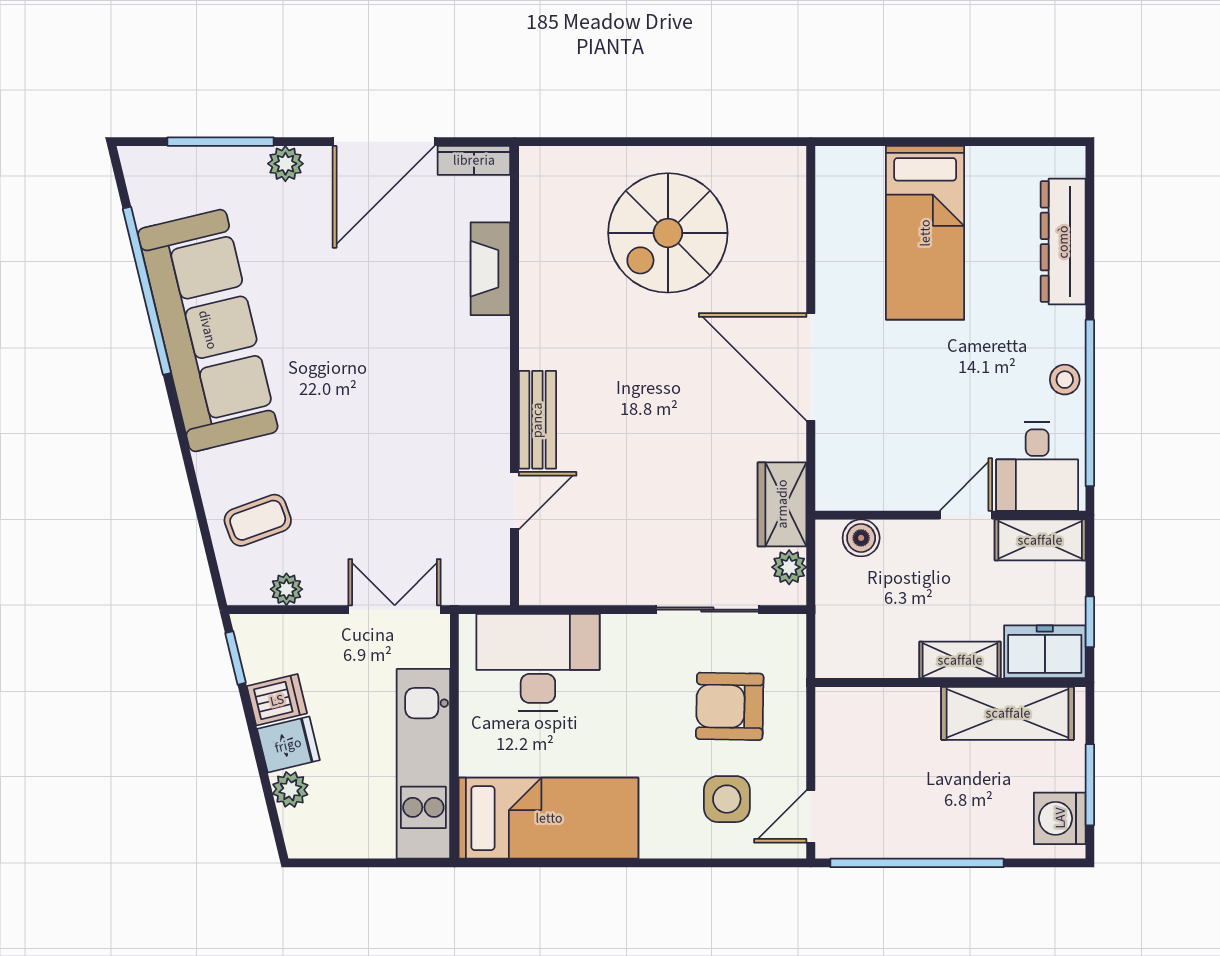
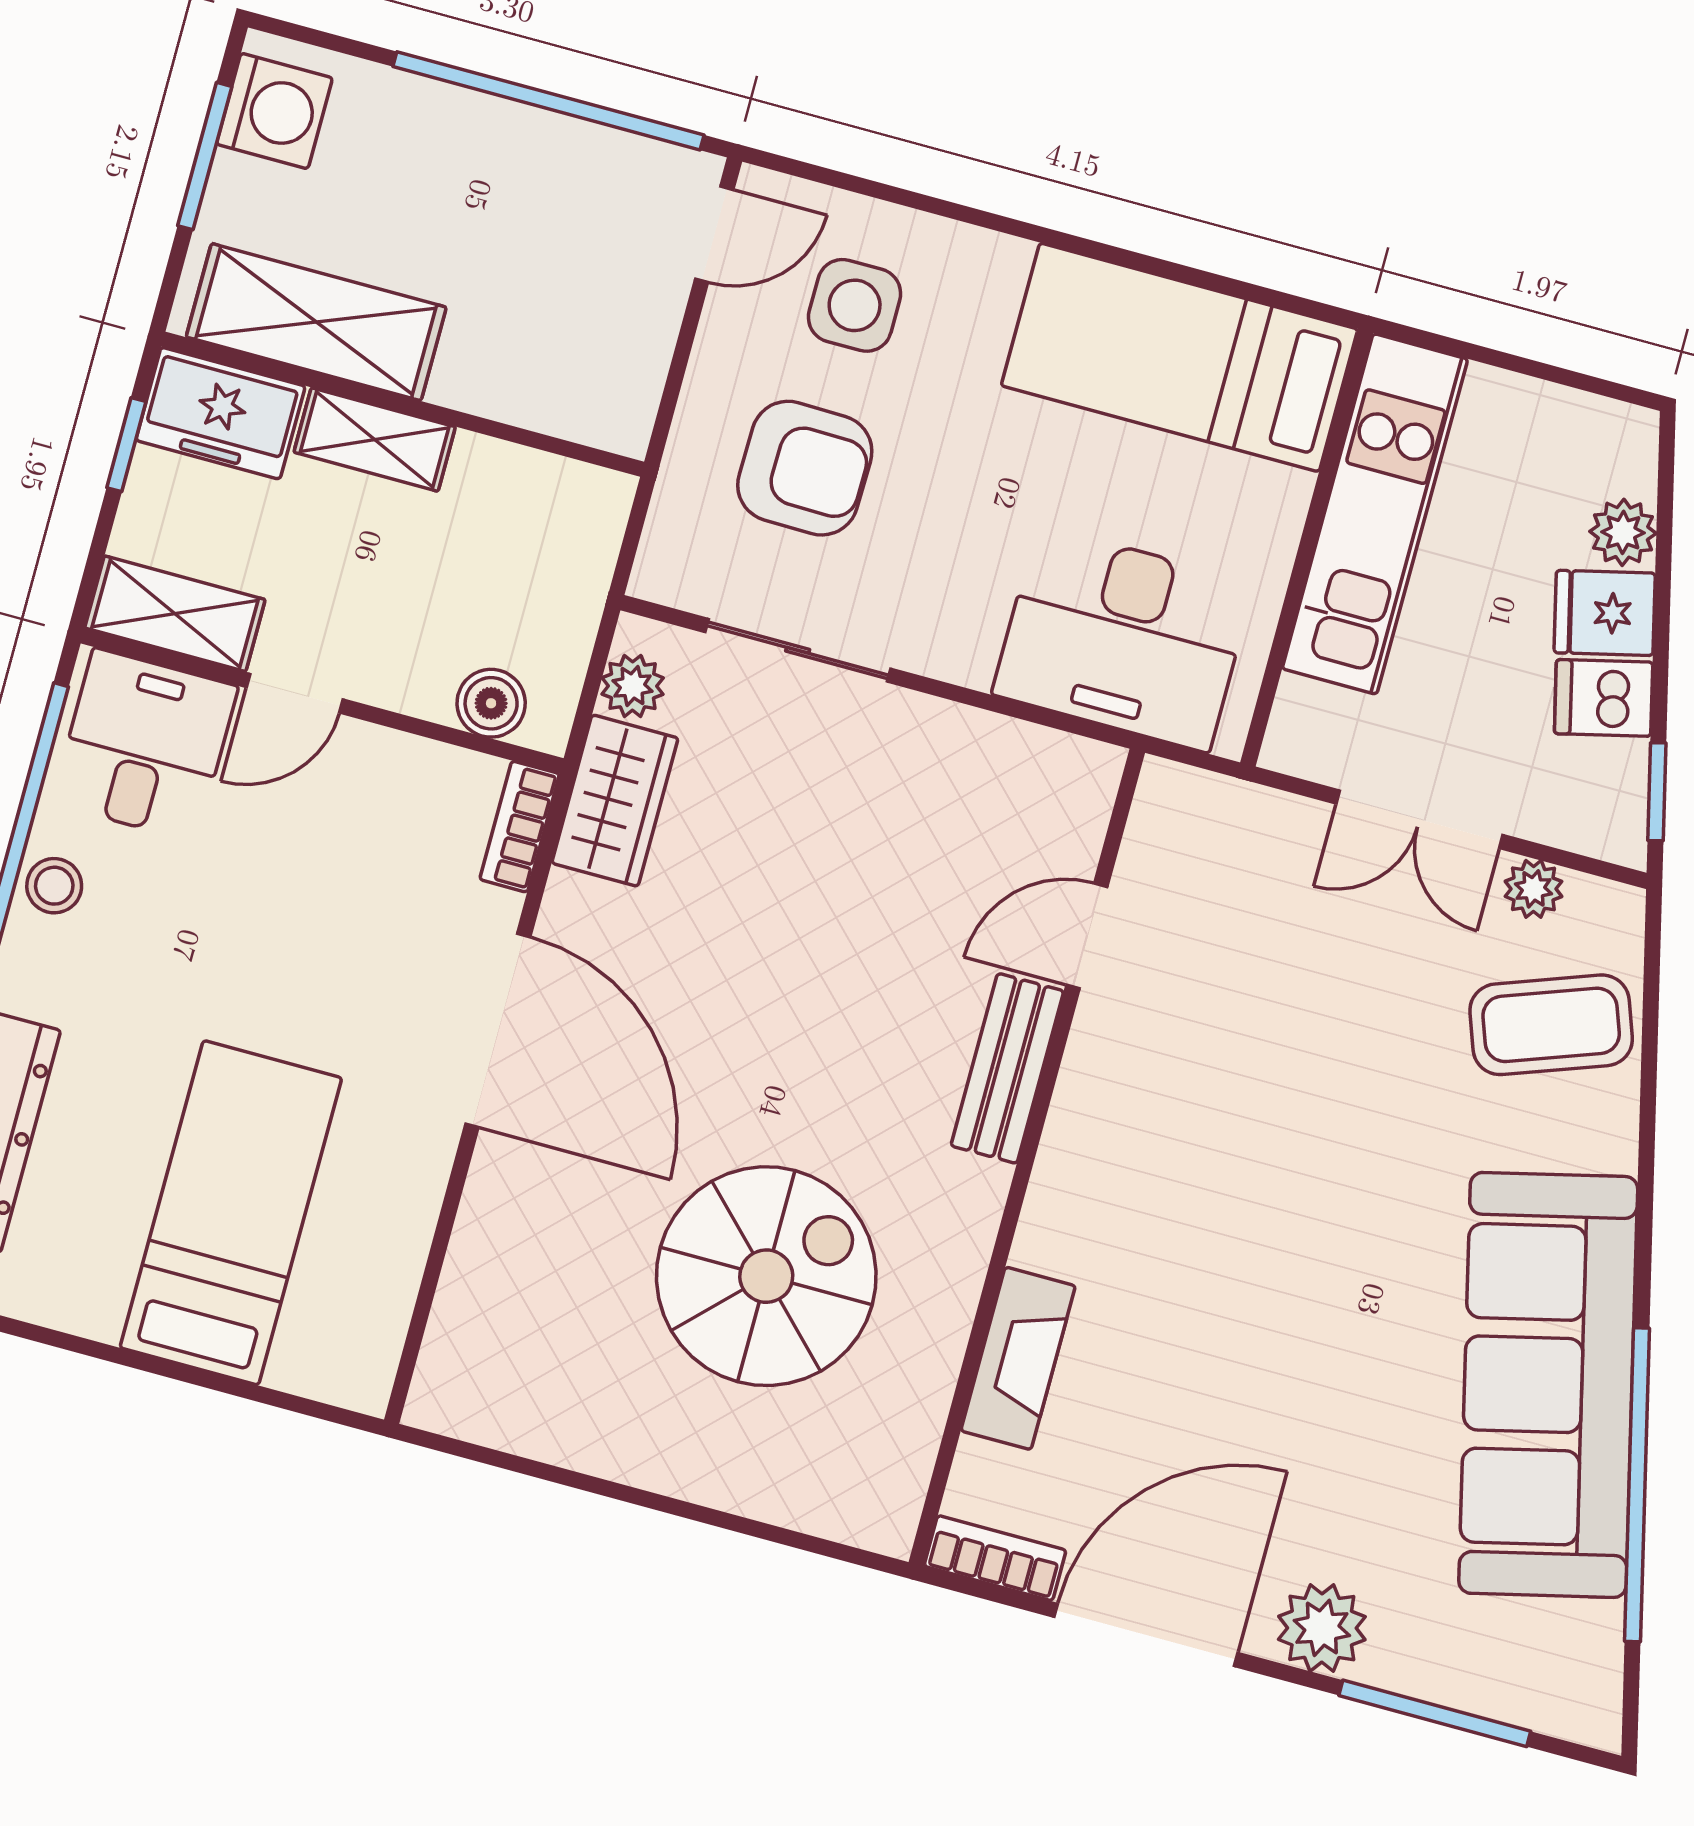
plant: (285, 164) -> (1322, 1628), width x1.38, depth x1.38
spiral stairs: (668, 233) -> (766, 1276), moved
bookcase: (828, 477) -> (520, 827), added
coffee table: (258, 520) -> (1551, 1025), width x1.36, depth x1.30
double door: (395, 610) -> (1419, 819), moved

